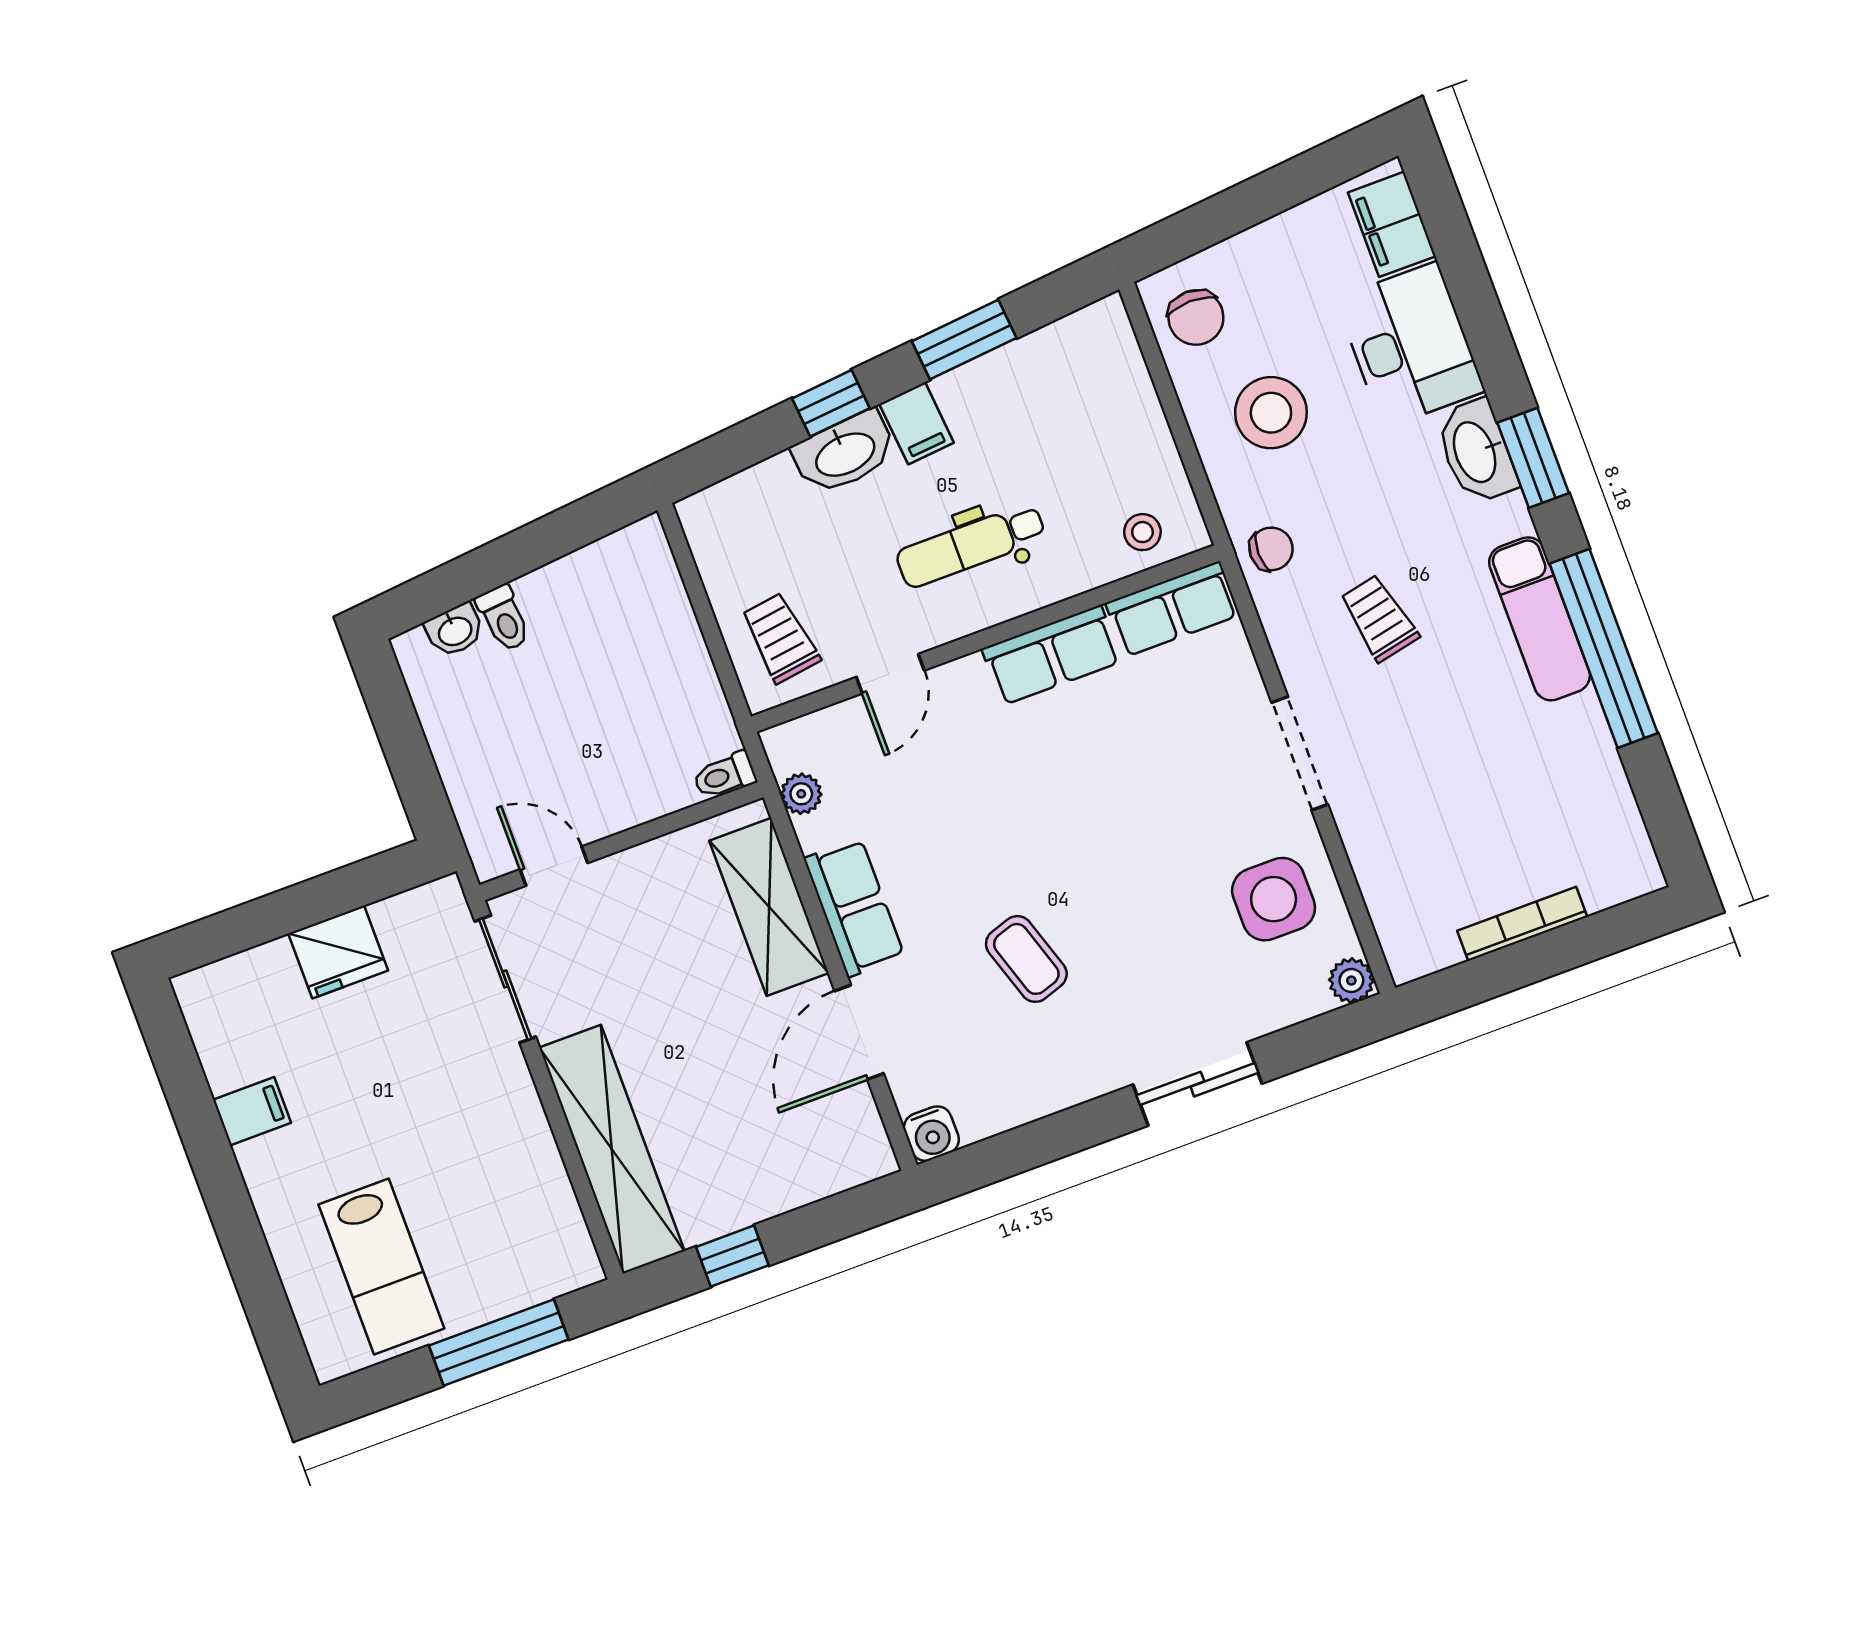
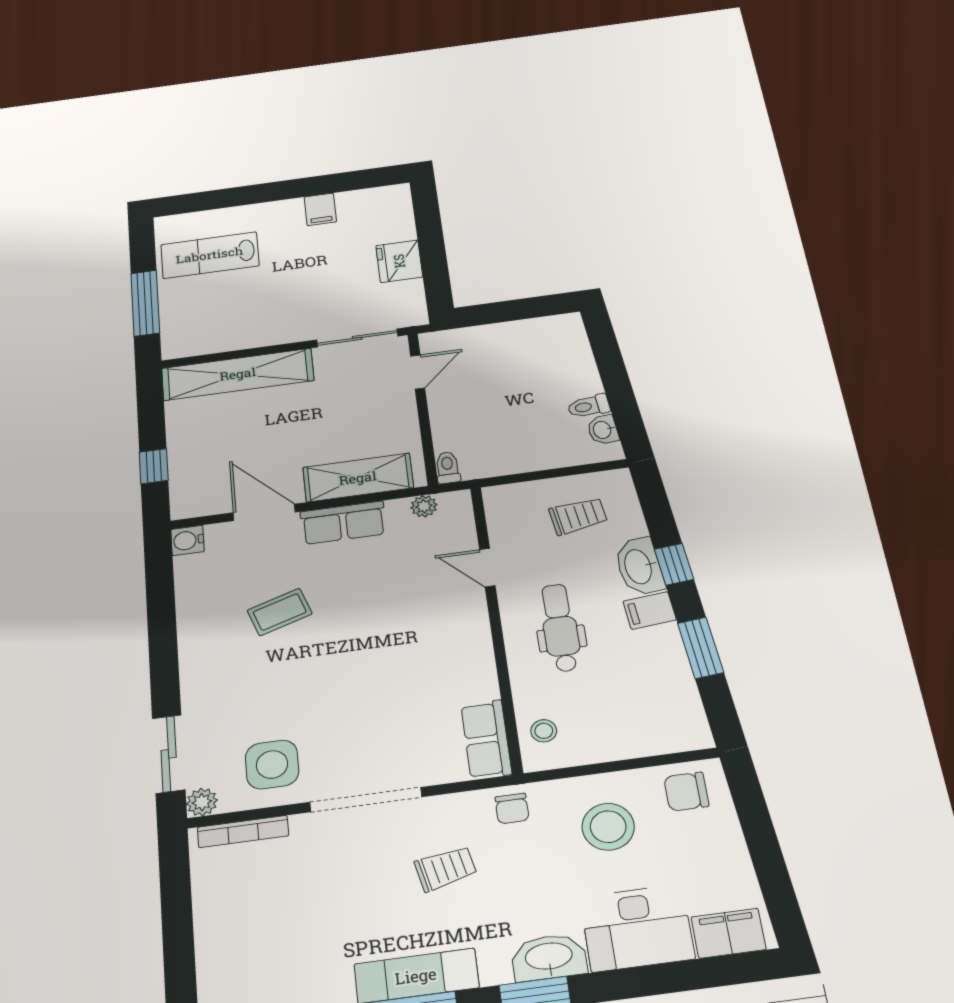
toilet: (504, 618) -> (589, 406), moved
washbasin: (455, 630) -> (603, 430), moved
trolley: (780, 638) -> (578, 516), moved
row of seats: (1052, 655) -> (474, 662), removed
doorway: (1300, 753) -> (366, 800), width x1.36
bookcase: (1522, 924) -> (243, 832), moved, turned 90
sliding door: (1197, 1084) -> (169, 754), moved
window: (732, 1256) -> (154, 466), moved

